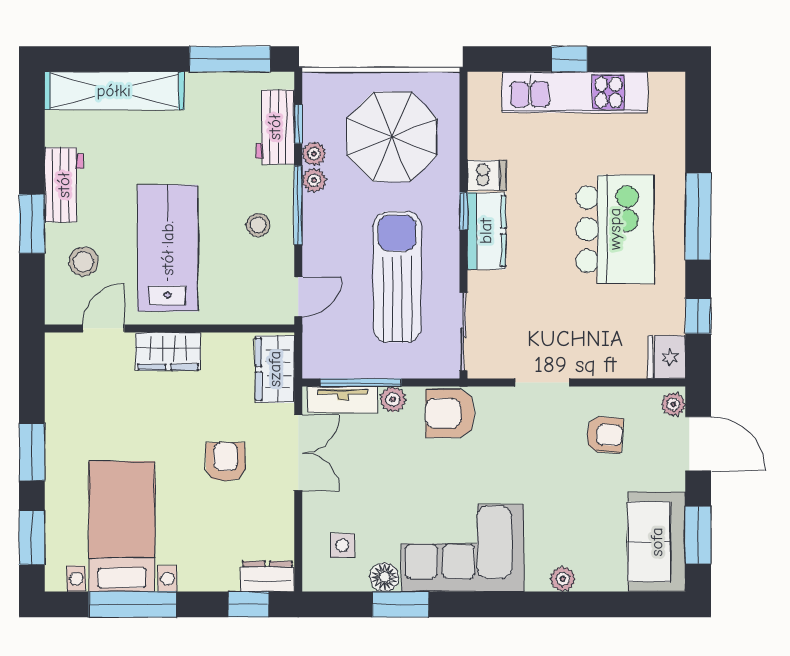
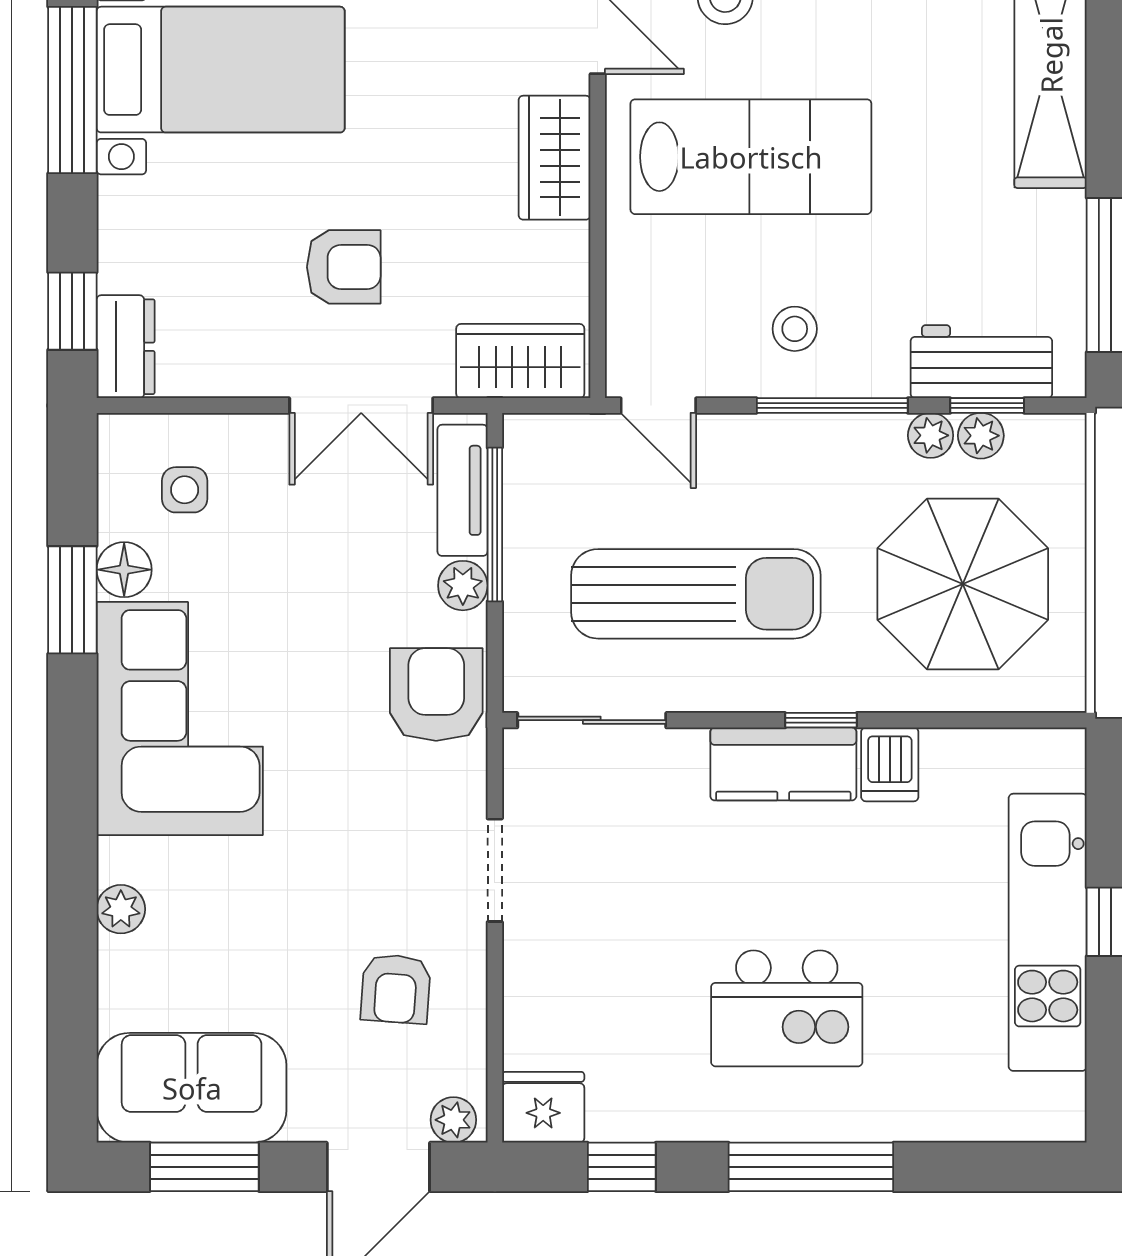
plant: (314, 180) -> (981, 436), moved
kitchen island: (615, 229) -> (787, 1008), width x0.73, depth x0.78

